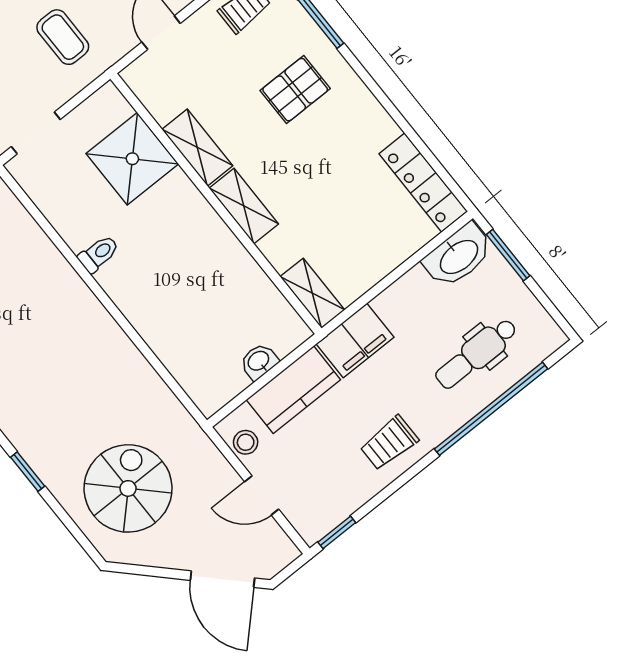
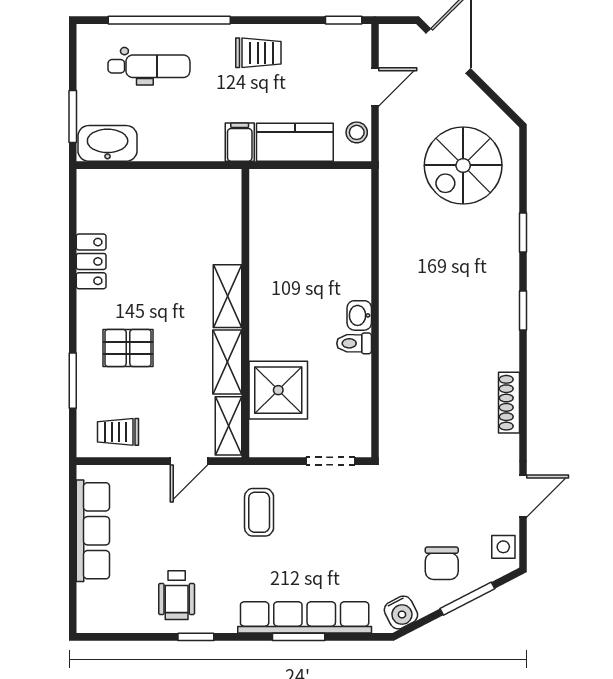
locker: (423, 183) -> (91, 261), moved, width x0.66
shelving: (312, 293) -> (229, 426), moved
filing cabinet: (355, 341) -> (240, 142), width x0.50
washbasin: (259, 361) -> (359, 315), moved, turned 90
door: (262, 495) -> (375, 87), hinge flipped

